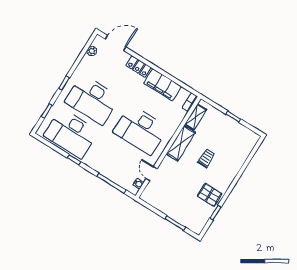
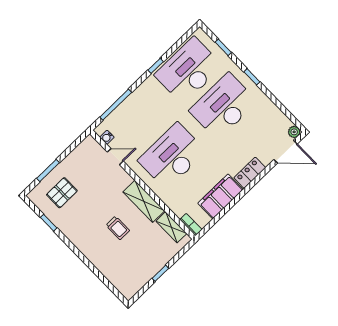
door: (116, 43) -> (286, 152), hinge flipped
plant: (92, 51) -> (294, 132), moved
pallet: (210, 195) -> (62, 193), moved

